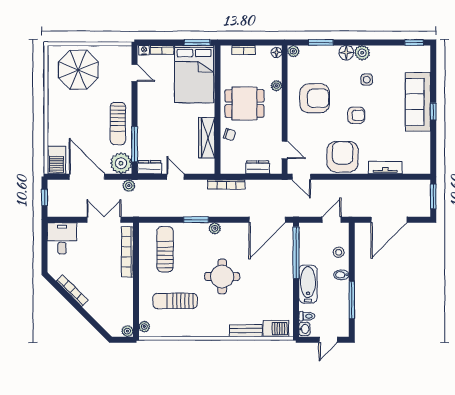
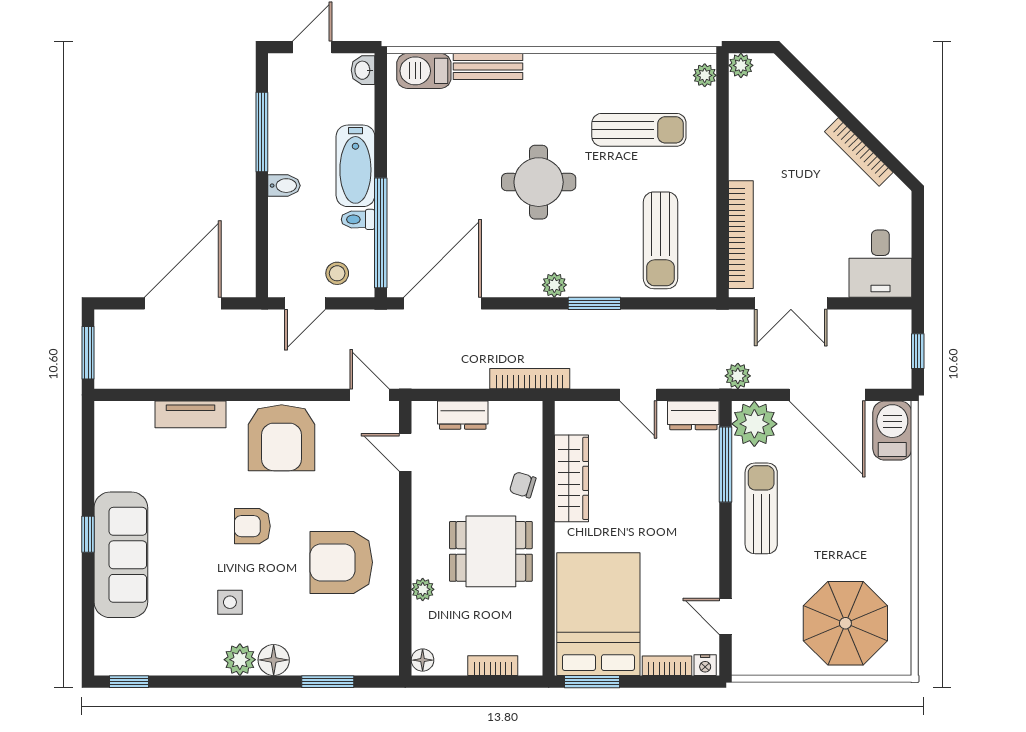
plant: (293, 51) -> (387, 663), removed
stool: (339, 252) -> (337, 273), moved
toilet: (307, 316) -> (358, 219), moved

